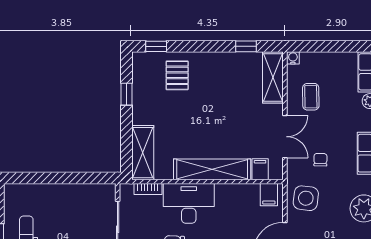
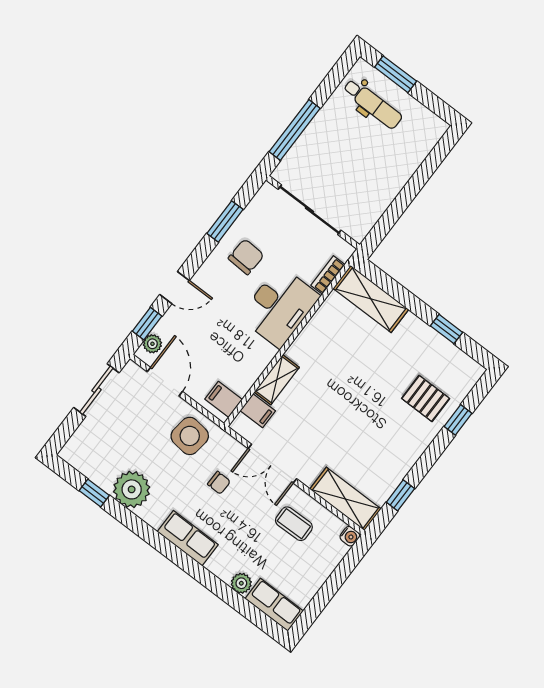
window: (156, 46) -> (458, 420), moved
shelving: (212, 169) -> (277, 380), width x0.45, depth x0.75

